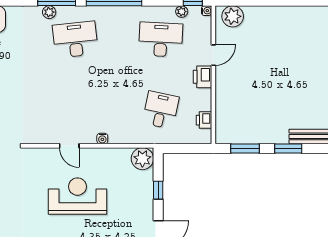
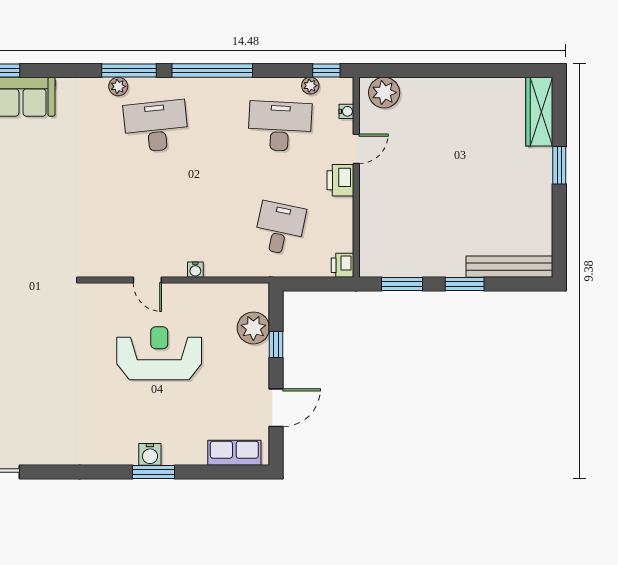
water cooler: (207, 11) -> (346, 111), moved
printer: (204, 120) -> (342, 265), moved
plant: (142, 159) -> (253, 328), moved

